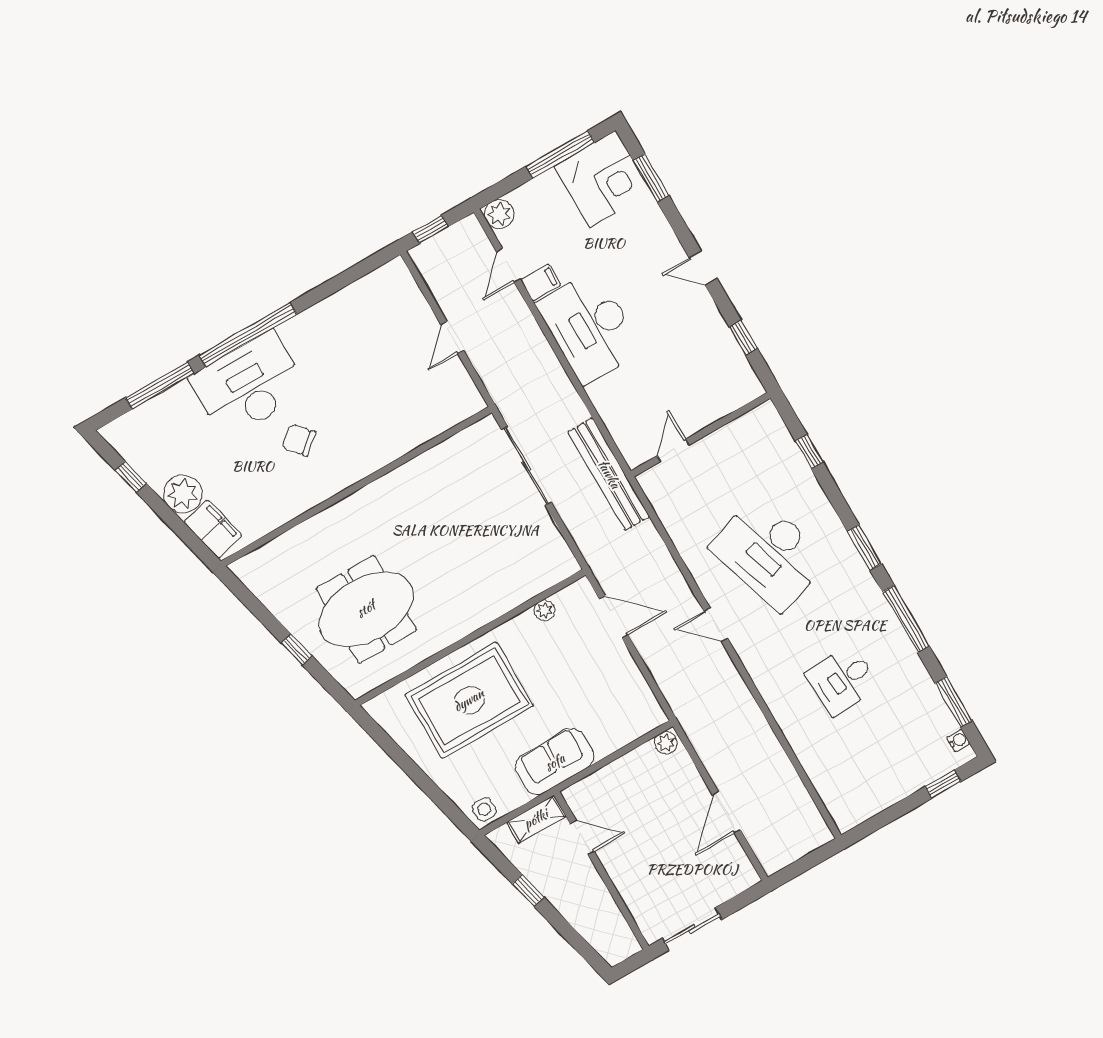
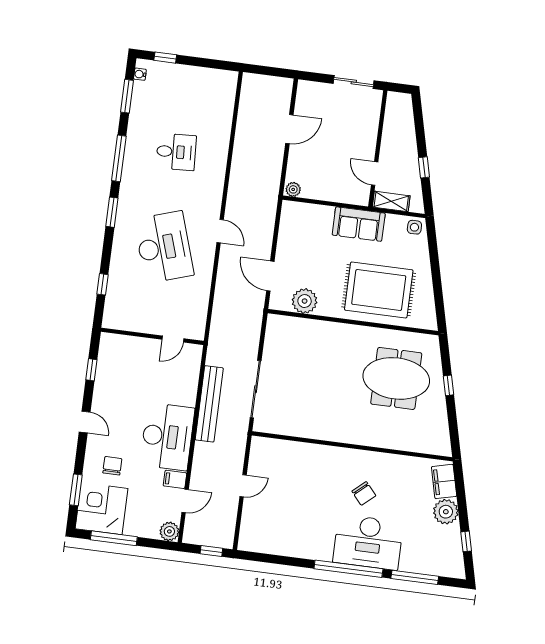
chair: (629, 241) -> (112, 466), added
bench: (609, 474) -> (209, 404), moved
plant: (544, 610) -> (305, 301), width x1.88, depth x1.88

